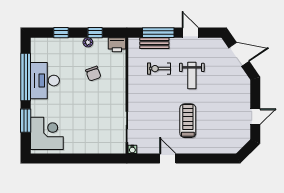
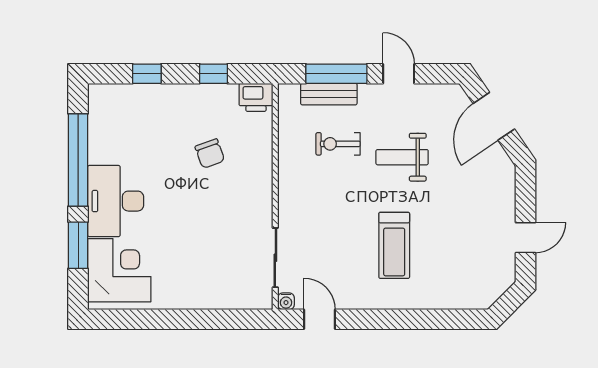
plant: (88, 42) -> (199, 93), removed
door: (239, 54) -> (494, 116), swing flipped
weight bench: (192, 75) -> (402, 157), turned 90
desk: (45, 81) -> (116, 201), moved
treadmill: (188, 121) -> (394, 245), turned 180
door: (168, 159) -> (320, 319), moved

